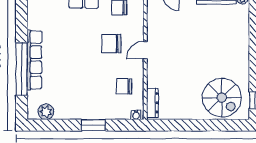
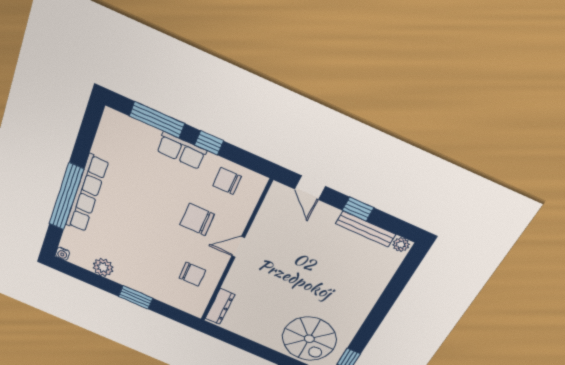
chair: (124, 86) -> (192, 274), turned 180
plant: (46, 112) -> (103, 267), moved
water cooler: (136, 115) -> (62, 254), moved

